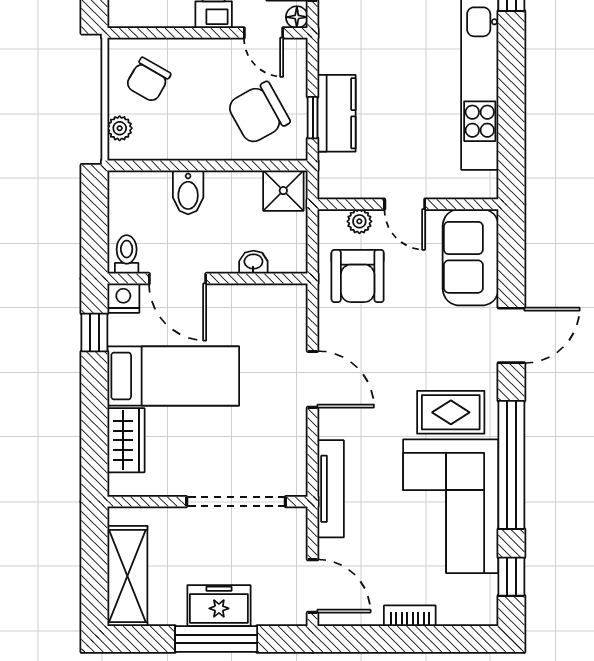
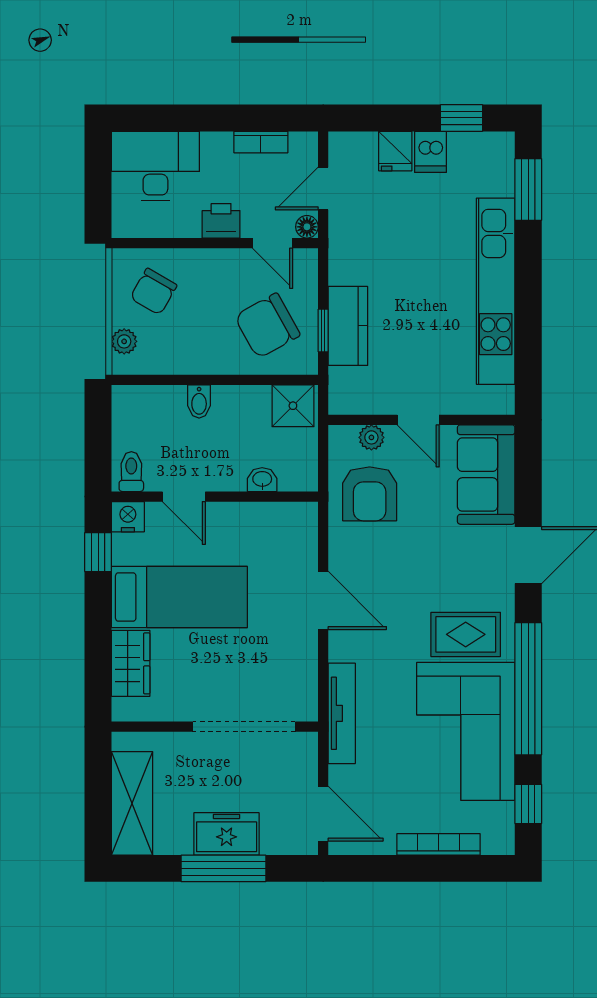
bidet: (188, 192) -> (199, 401), width x0.72, depth x0.74
door: (178, 279) -> (184, 497), width x0.73
bookcase: (410, 616) -> (438, 844), width x1.56

